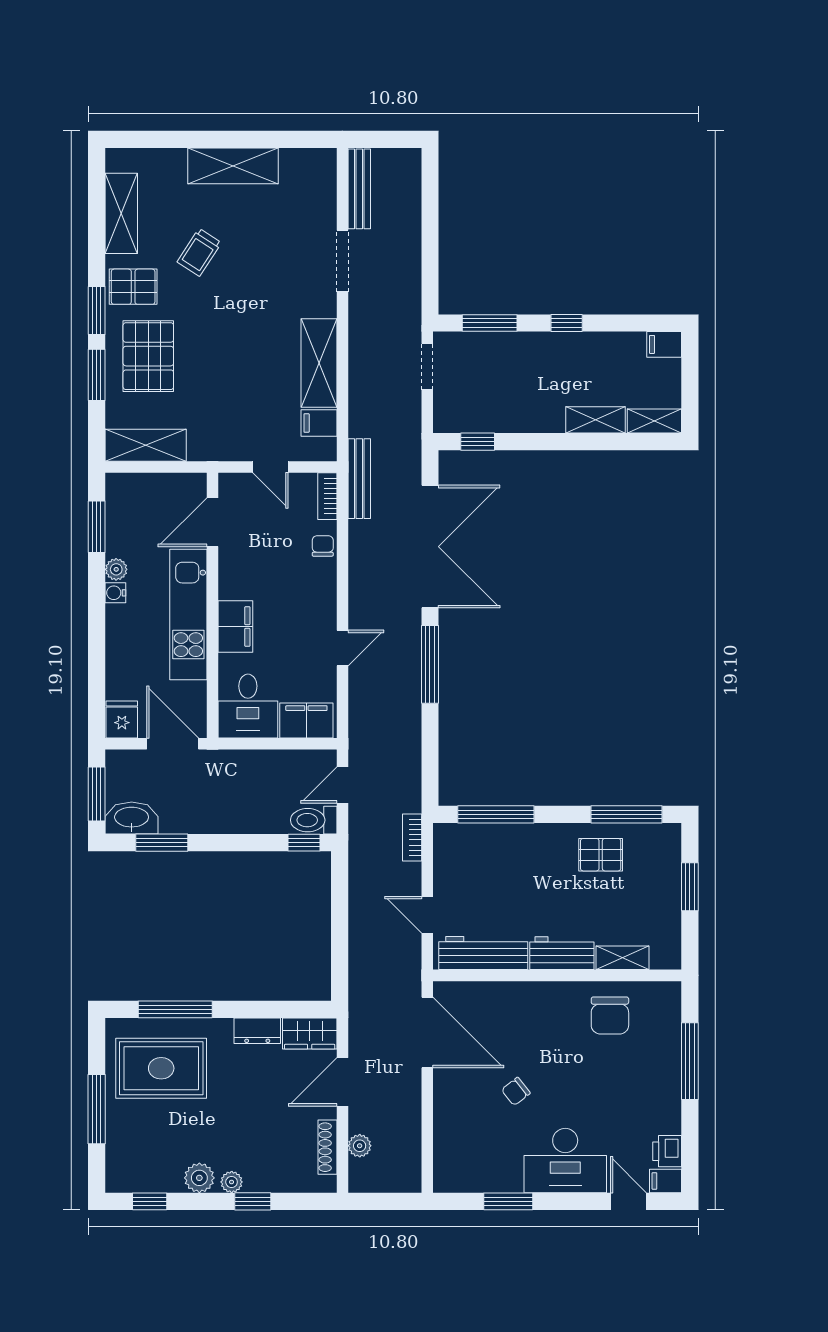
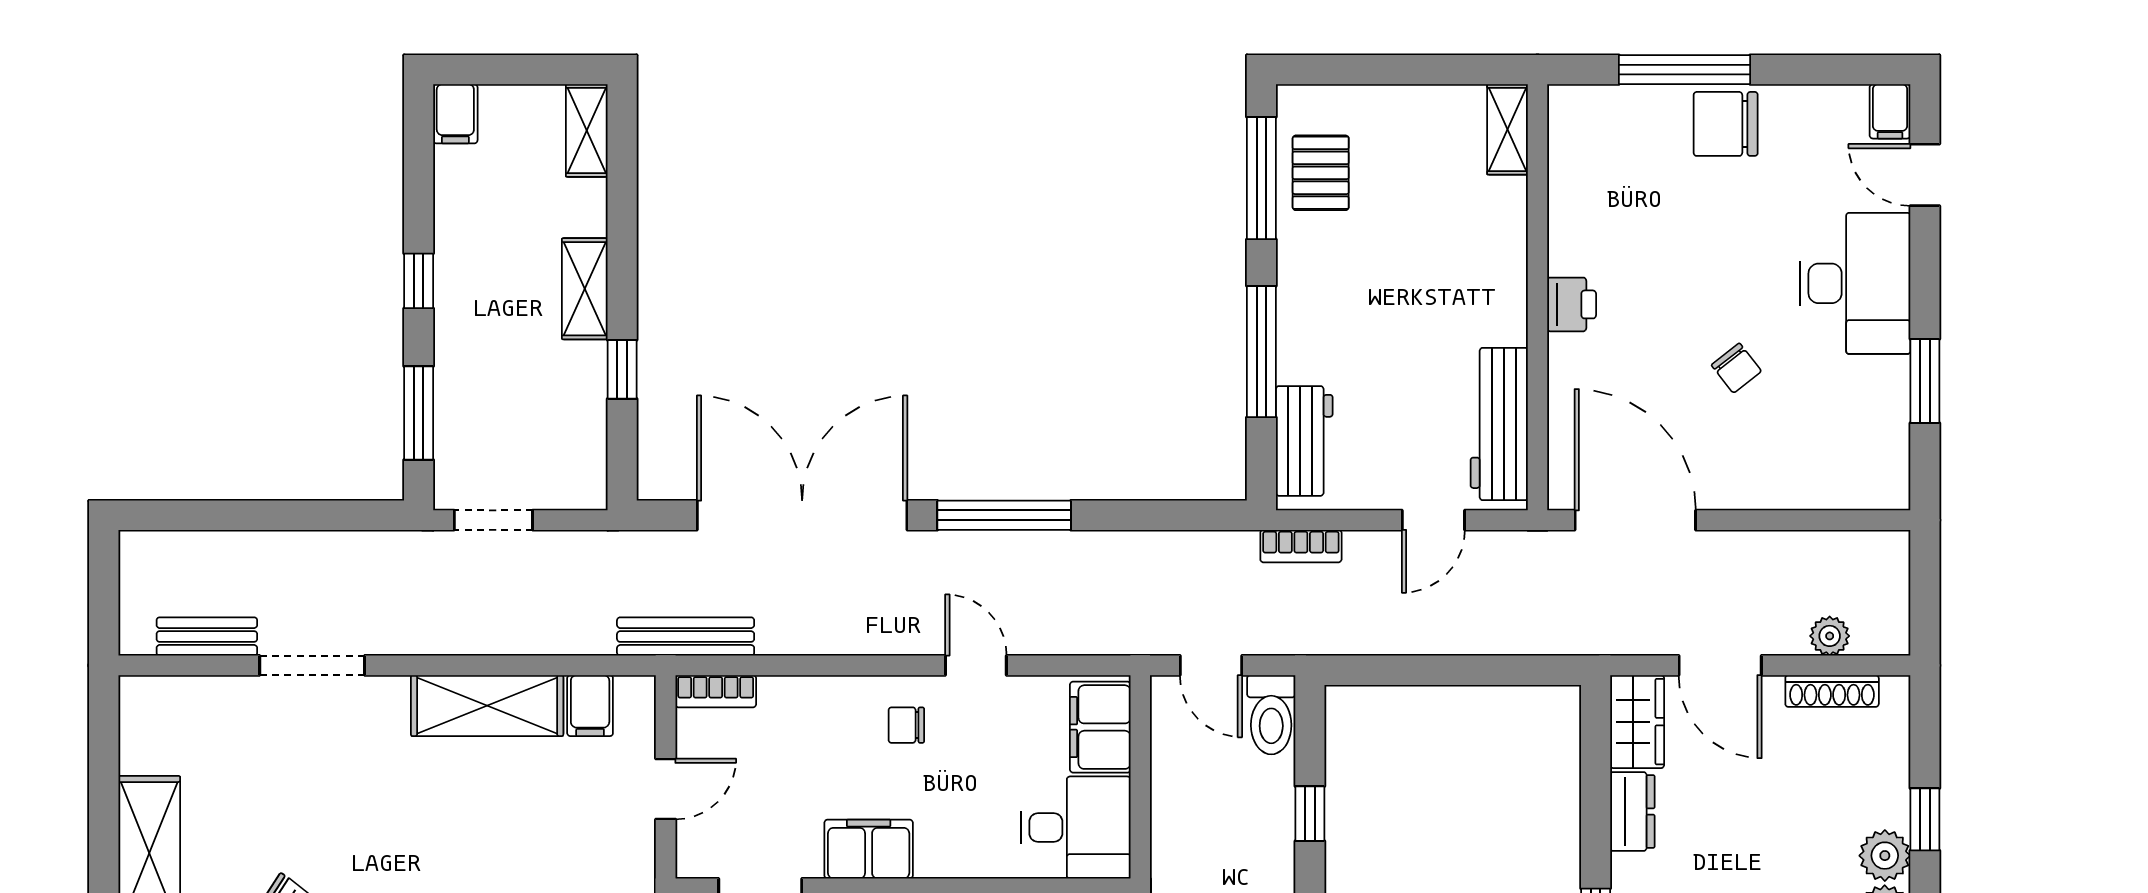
bench: (359, 189) -> (207, 636), width x0.73
shelving: (595, 420) -> (585, 289), moved
window: (478, 442) -> (622, 369), moved
chair: (323, 546) -> (906, 725), moved
filing cabinet: (235, 626) -> (869, 849), moved
window: (496, 814) -> (1261, 352), moved
window: (304, 843) -> (1310, 814), moved
pallet: (601, 855) -> (1321, 173), moved
window: (690, 887) -> (1386, 70), removed
workbench: (562, 953) -> (1304, 441), moved, turned 180
shelving: (623, 958) -> (1507, 129), moved
chair: (610, 1016) -> (1726, 124), moved, turned 180
door: (427, 1032) -> (1635, 520), hinge flipped
printer: (667, 1151) -> (1572, 304), moved, turned -90
plant: (232, 1182) -> (1885, 856), width x1.38, depth x1.38
door: (628, 1201) -> (1925, 175), hinge flipped

